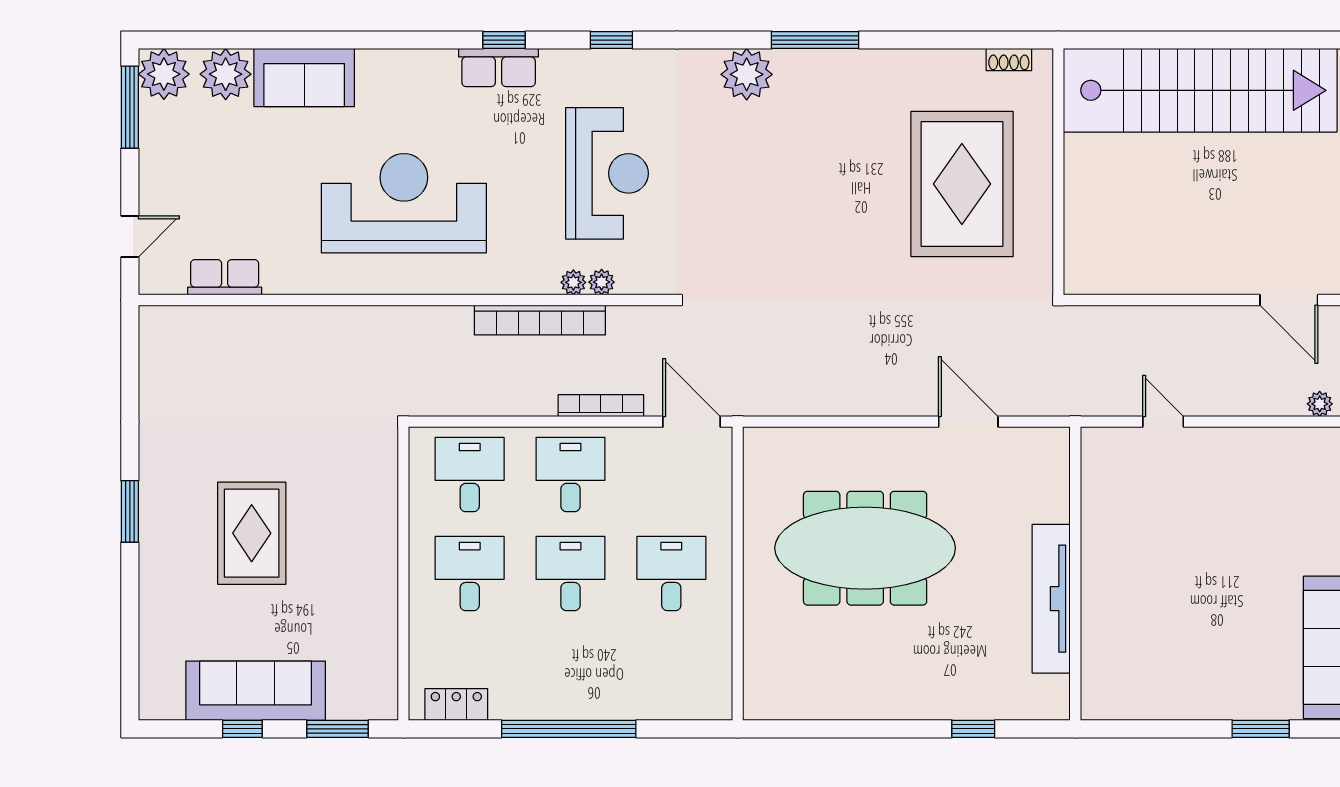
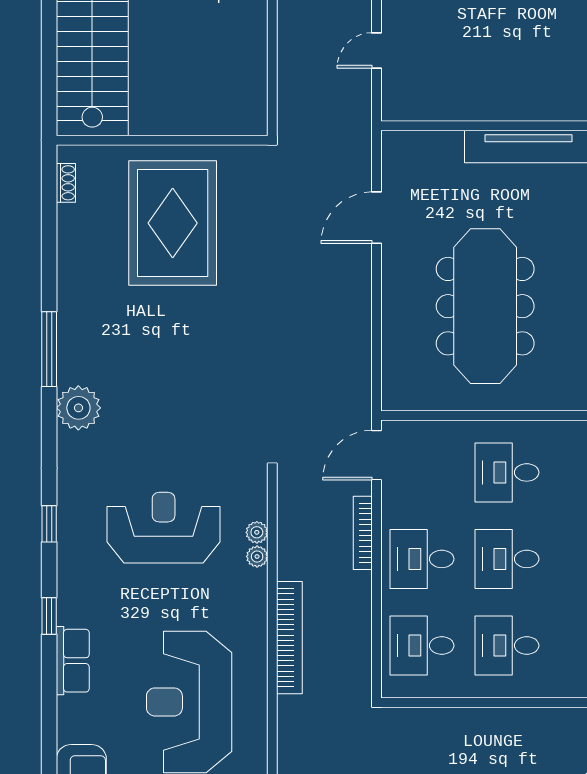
row of seats: (499, 68) -> (73, 661), moved
rug: (962, 184) -> (173, 223), turned 90
bookcase: (540, 320) -> (289, 638), moved

